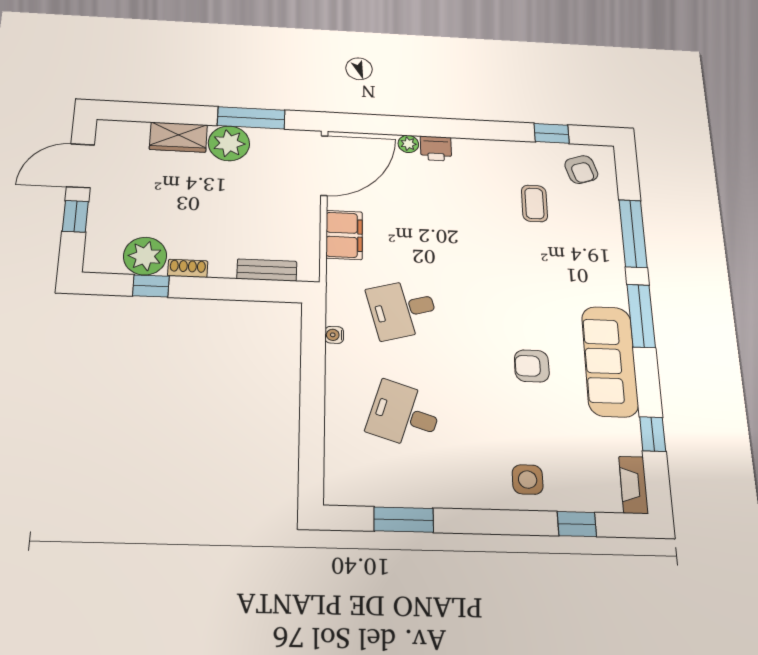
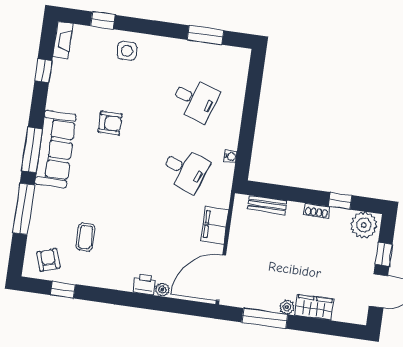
plant: (229, 143) -> (287, 307), width x0.53, depth x0.53
plant: (145, 256) -> (364, 225), moved
desk: (403, 309) -> (185, 170), turned 36
sofa: (610, 361) -> (55, 149), moved

